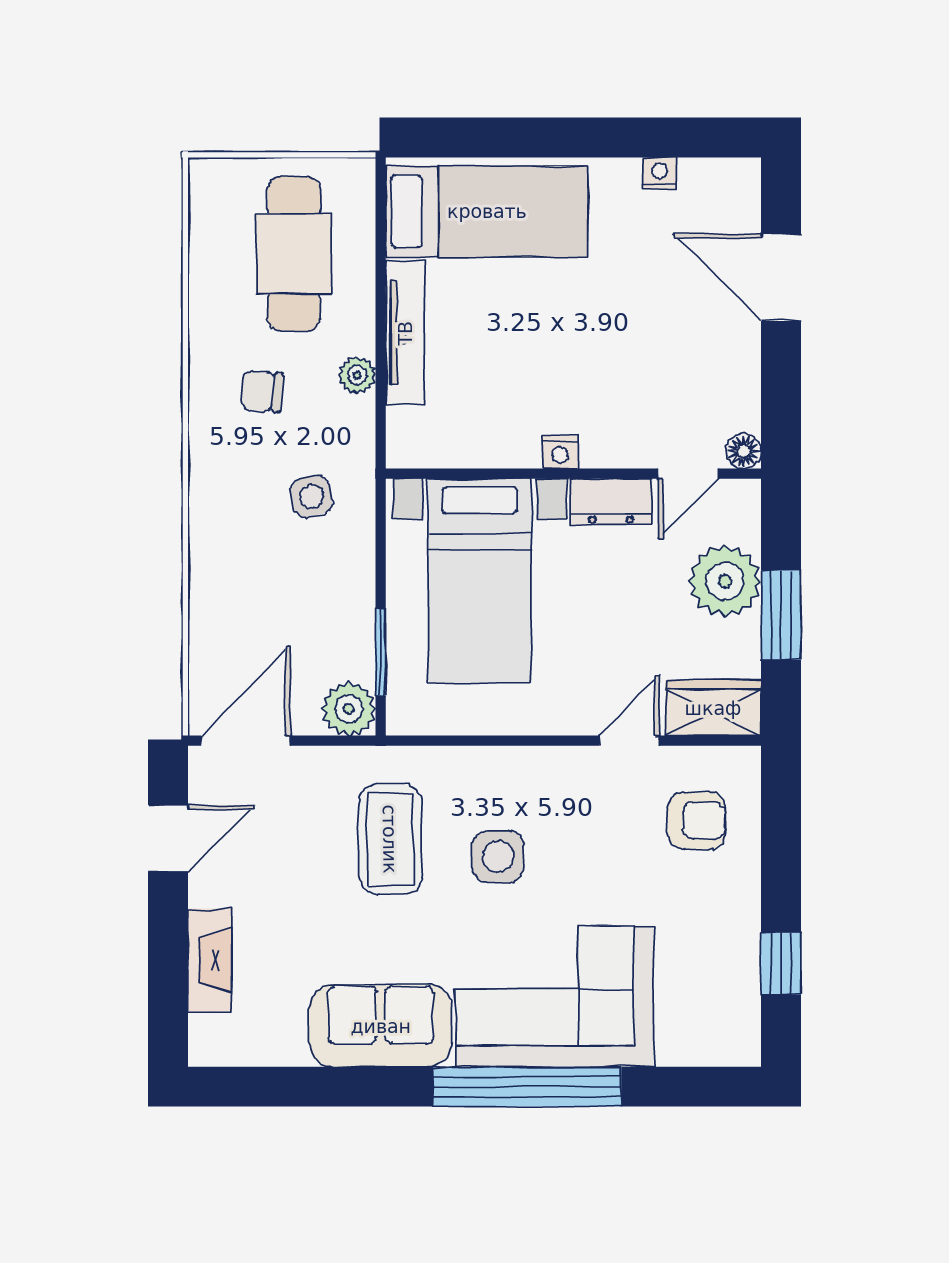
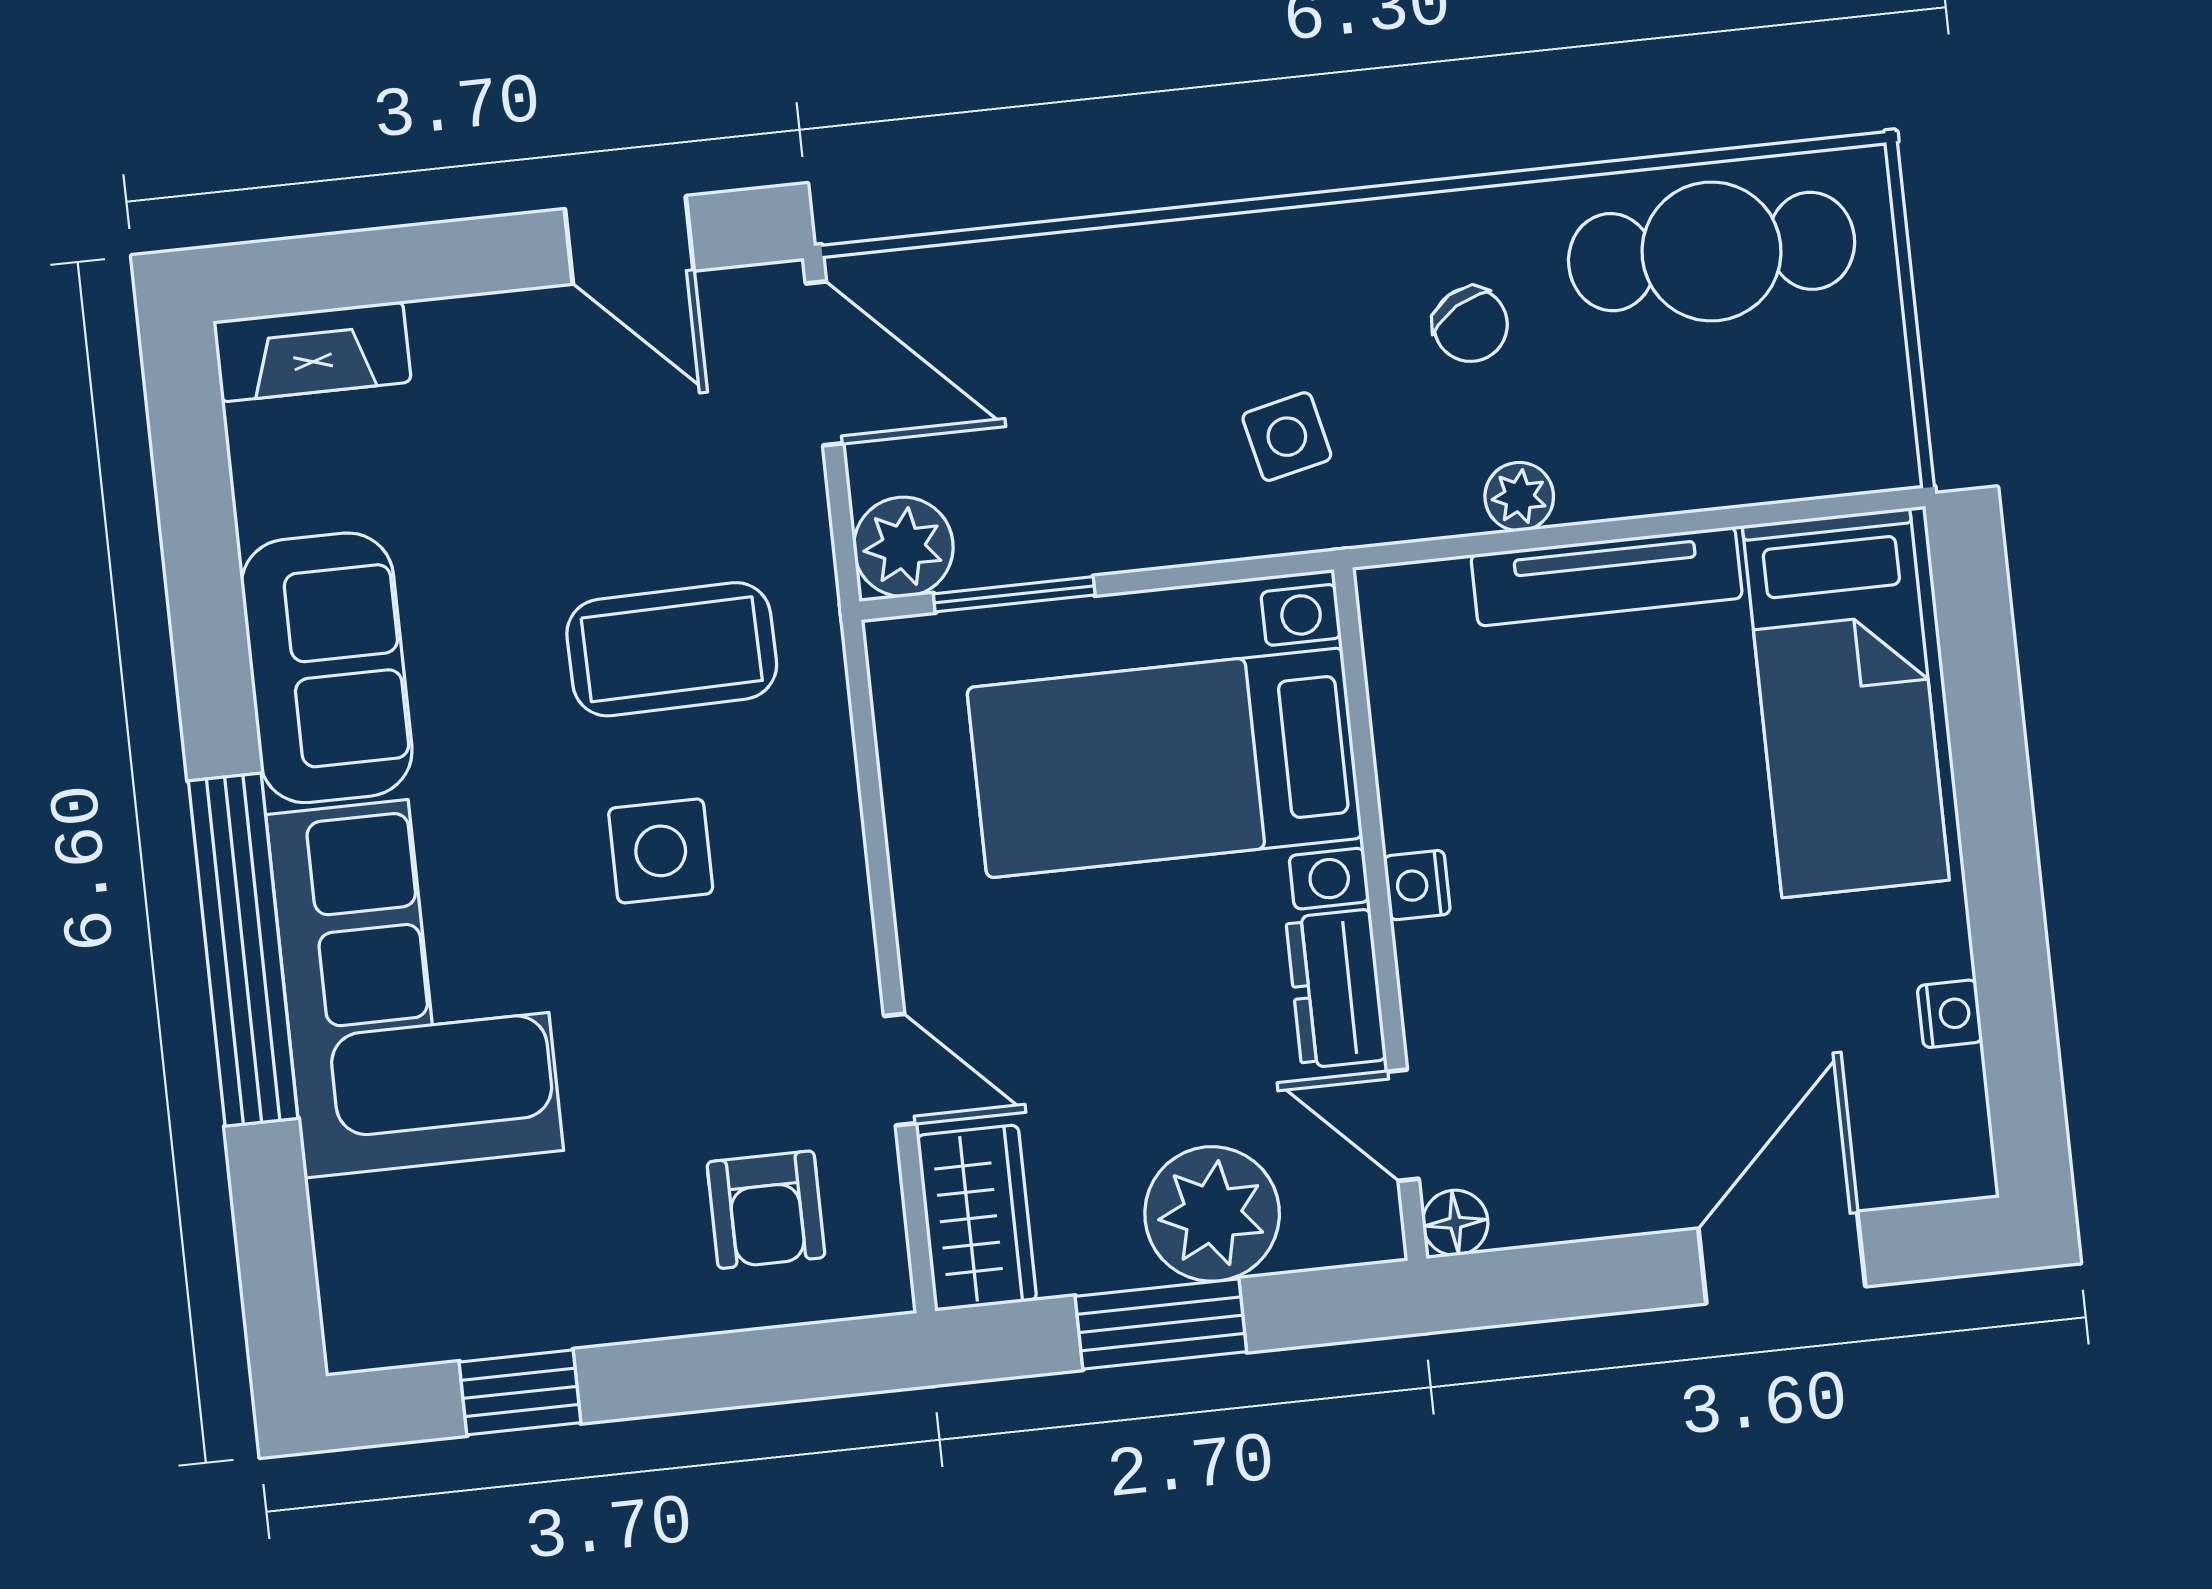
cafe table: (294, 254) -> (1712, 251), moved
chair: (262, 391) -> (1471, 325), turned 144
fireplace: (210, 960) -> (312, 352), moved

